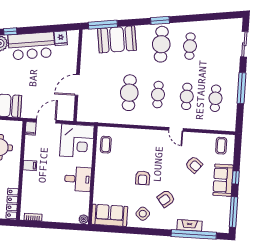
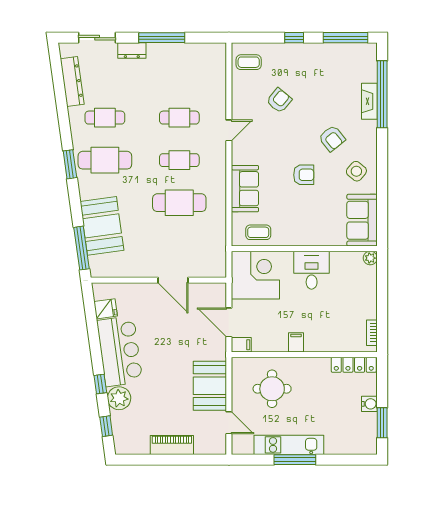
dresser: (216, 26) -> (72, 82), added
dresser: (234, 67) -> (132, 51), added
cafe table: (215, 98) -> (179, 75), removed
sofa: (223, 180) -> (245, 189), moved, turned -90

